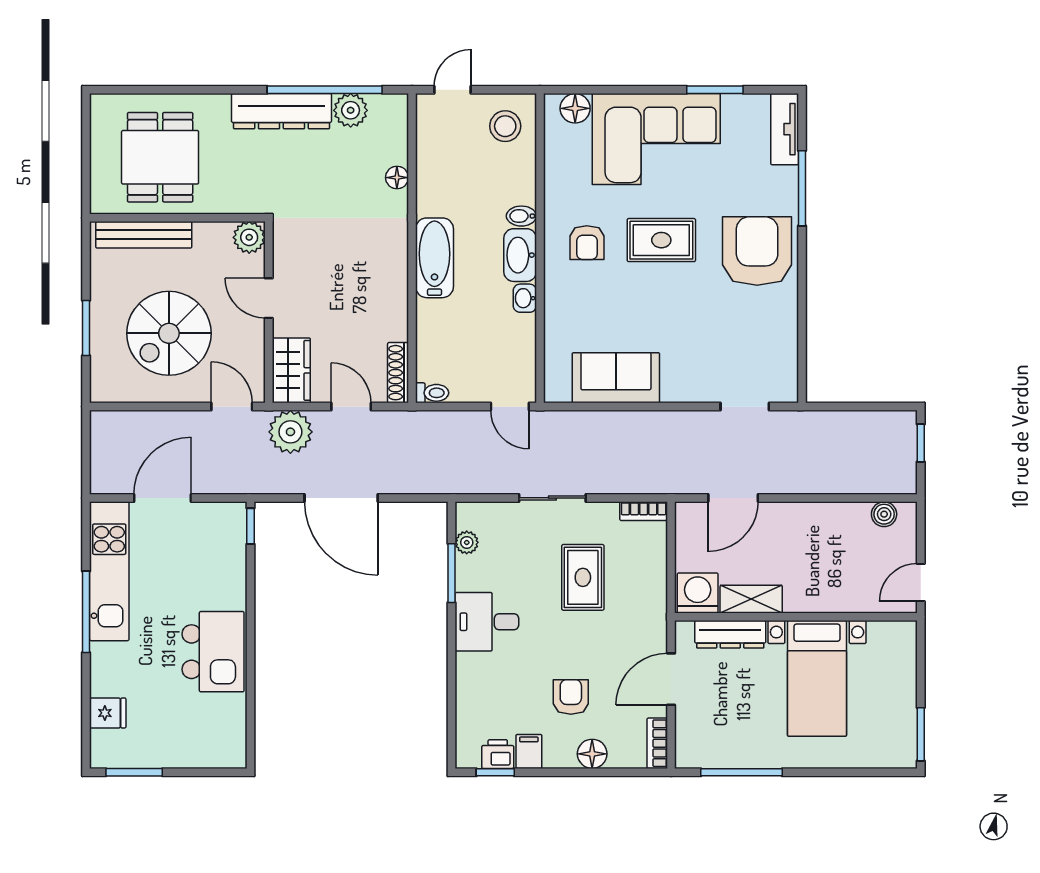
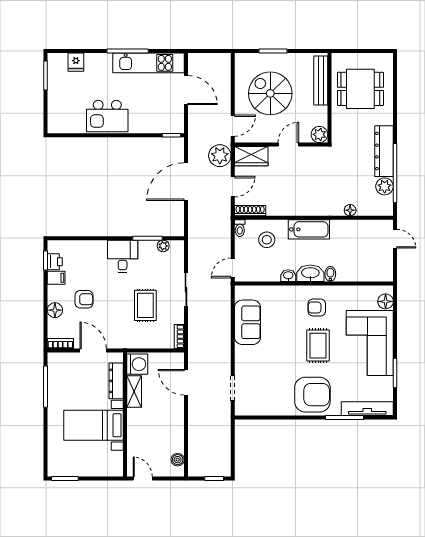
stool: (505, 126) -> (267, 240), moved
tv unit: (785, 129) -> (367, 409), width x1.41
rug: (583, 577) -> (145, 305), turned 90

